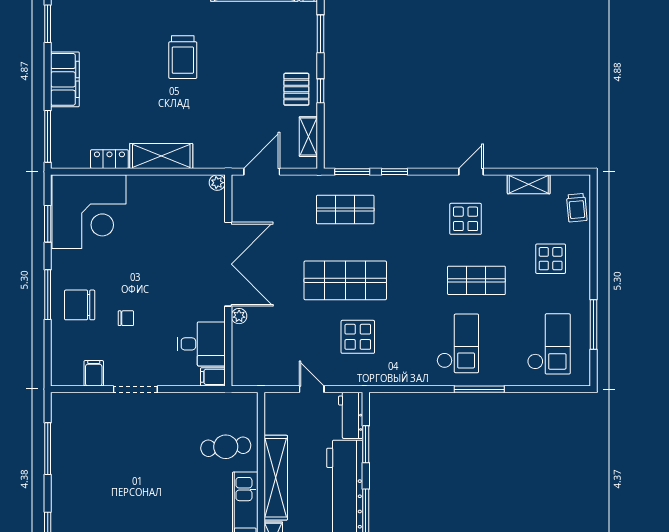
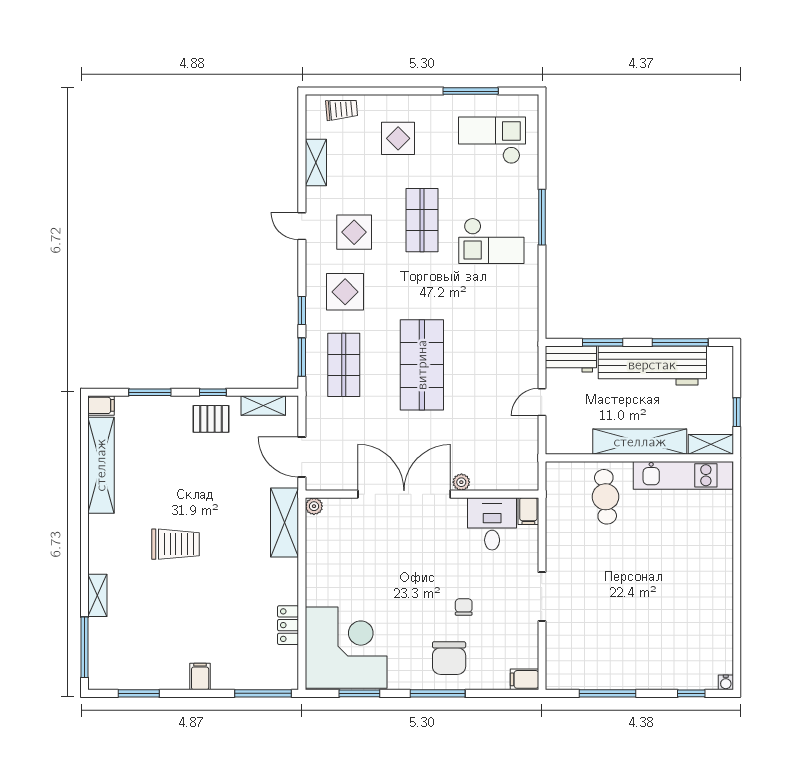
filing cabinet: (65, 79) -> (200, 676), width x0.33, depth x0.86
shelving: (161, 156) -> (285, 523), moved
display table: (358, 337) -> (345, 292), moved
checkout: (458, 343) -> (491, 241), turned 180
filing cabinet: (94, 373) -> (524, 679), moved

